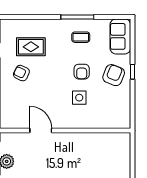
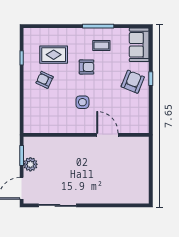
armchair: (82, 72) -> (87, 67), moved, turned -90
side table: (79, 98) -> (82, 102), moved
door: (41, 131) -> (107, 135), moved

